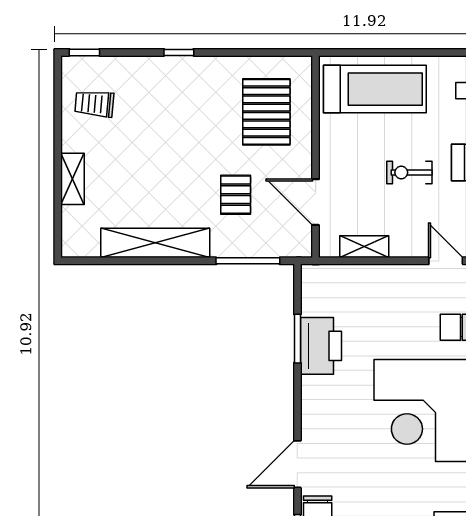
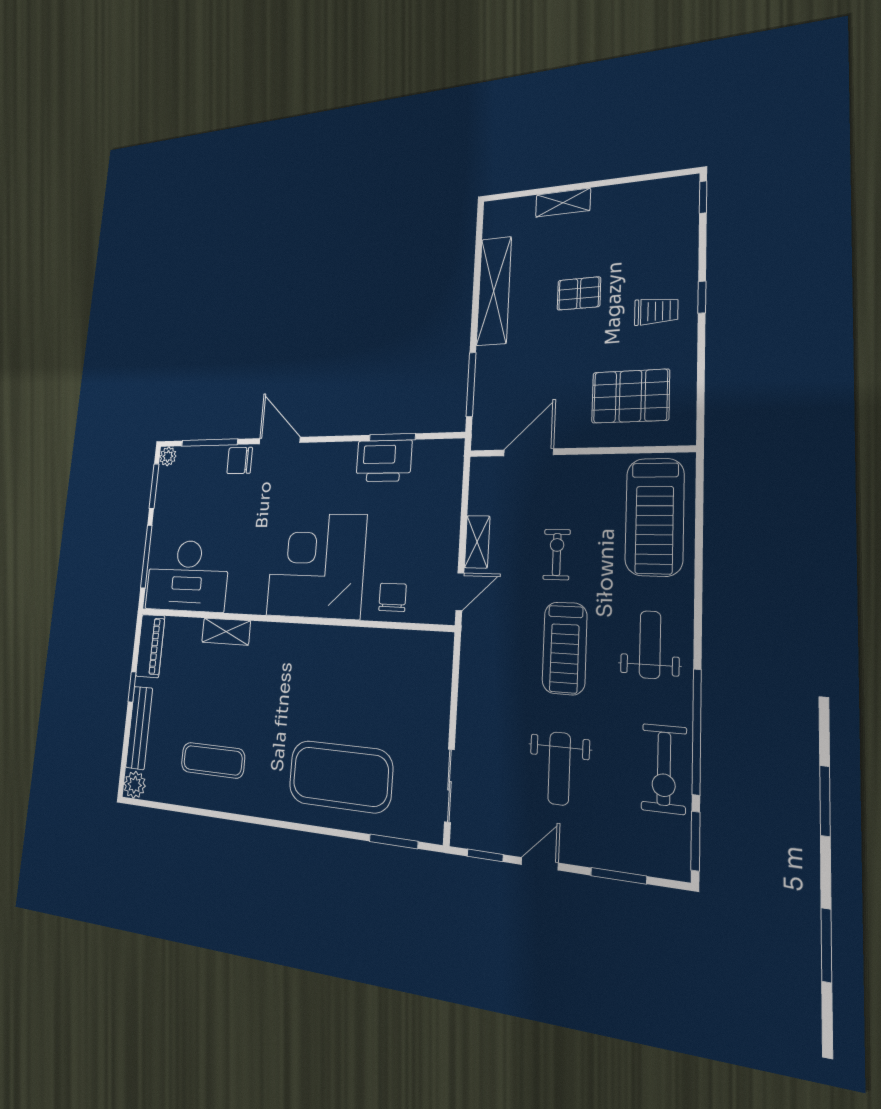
trolley: (94, 104) -> (656, 311), moved, turned 85
pallet: (236, 195) -> (579, 293), moved
shelving: (364, 247) -> (477, 542), moved

